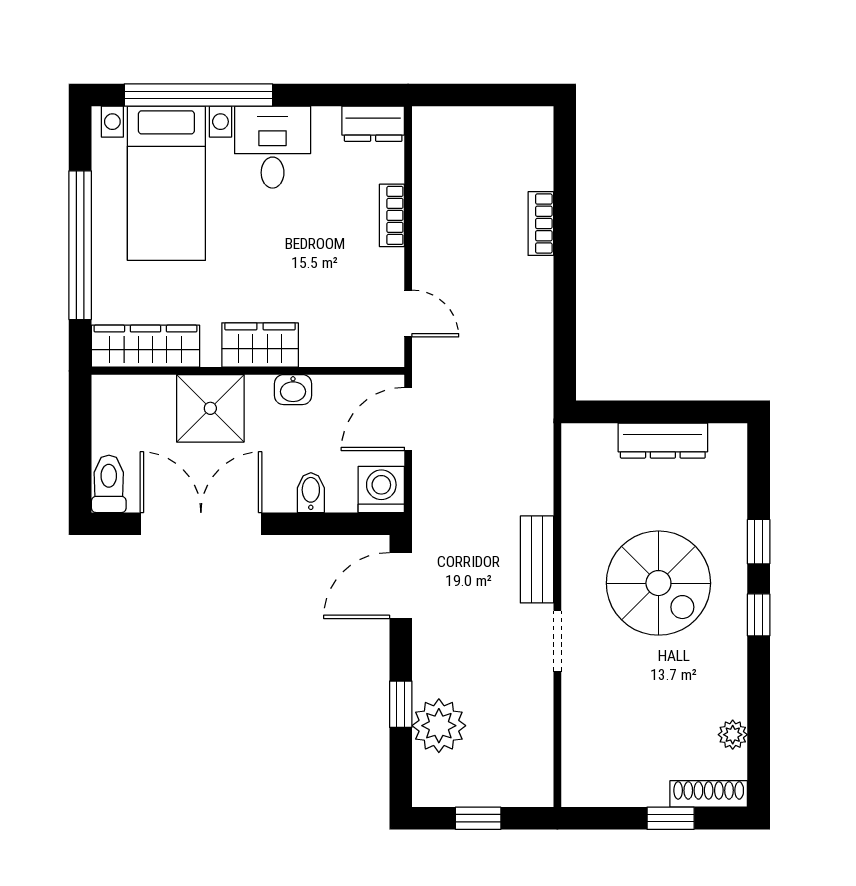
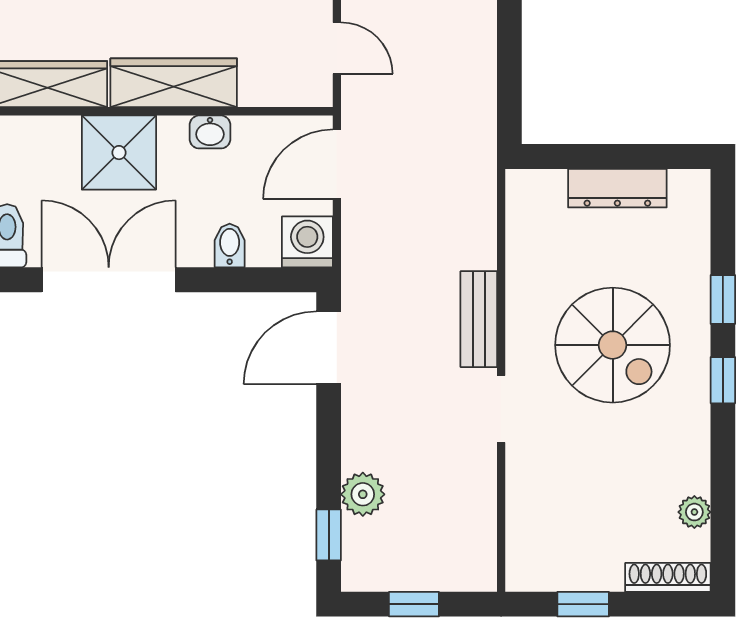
wardrobe: (260, 345) -> (174, 83), width x1.50
window: (401, 704) -> (329, 535), moved
plant: (439, 726) -> (363, 494), width x0.73, depth x0.73
window: (671, 818) -> (583, 604), moved

